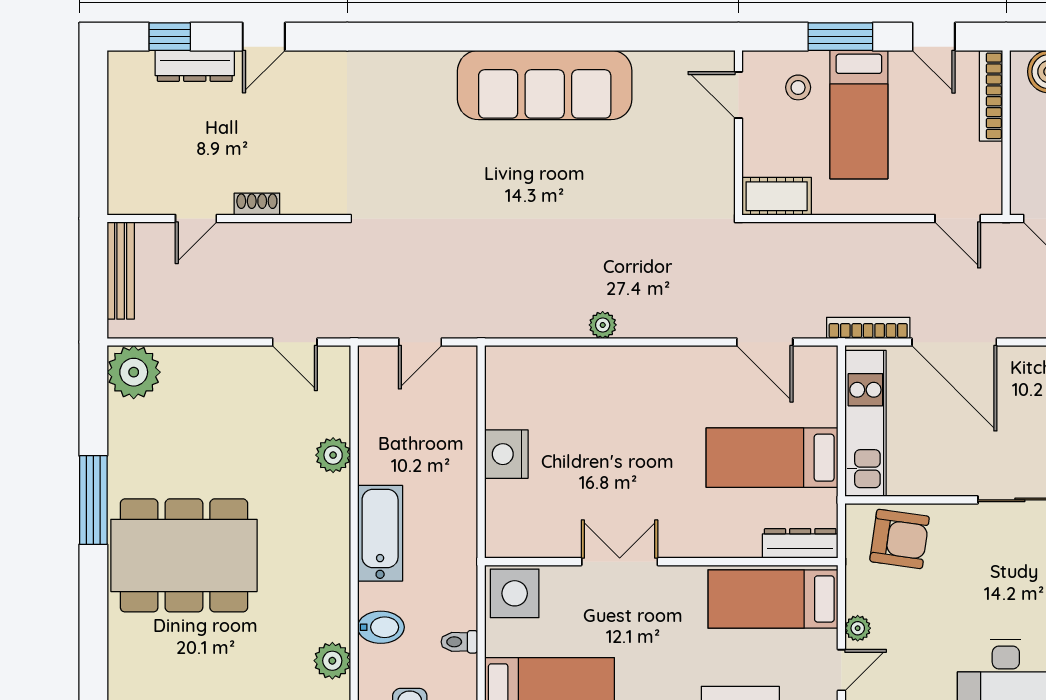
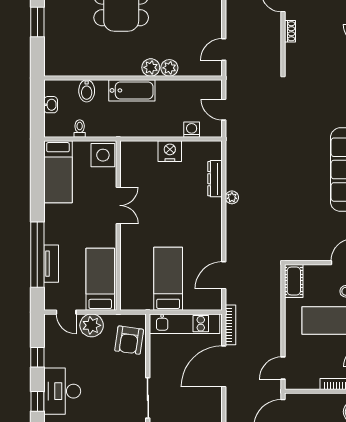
washing machine: (462, 409) -> (192, 130), added
dresser: (800, 543) -> (215, 179), moved, turned 180
plant: (858, 628) -> (92, 325), width x1.88, depth x1.88
plant: (332, 661) -> (151, 67), moved

